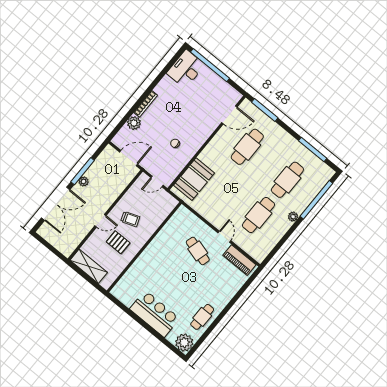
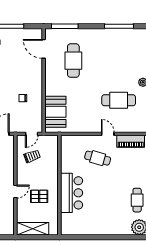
door: (229, 115) -> (44, 49), swing flipped
cafe table: (287, 180) -> (119, 61), removed
cafe table: (258, 215) -> (119, 100), turned 90
trolley: (130, 219) -> (32, 156), moved
bar counter: (155, 314) -> (72, 193), moved, turned 90

